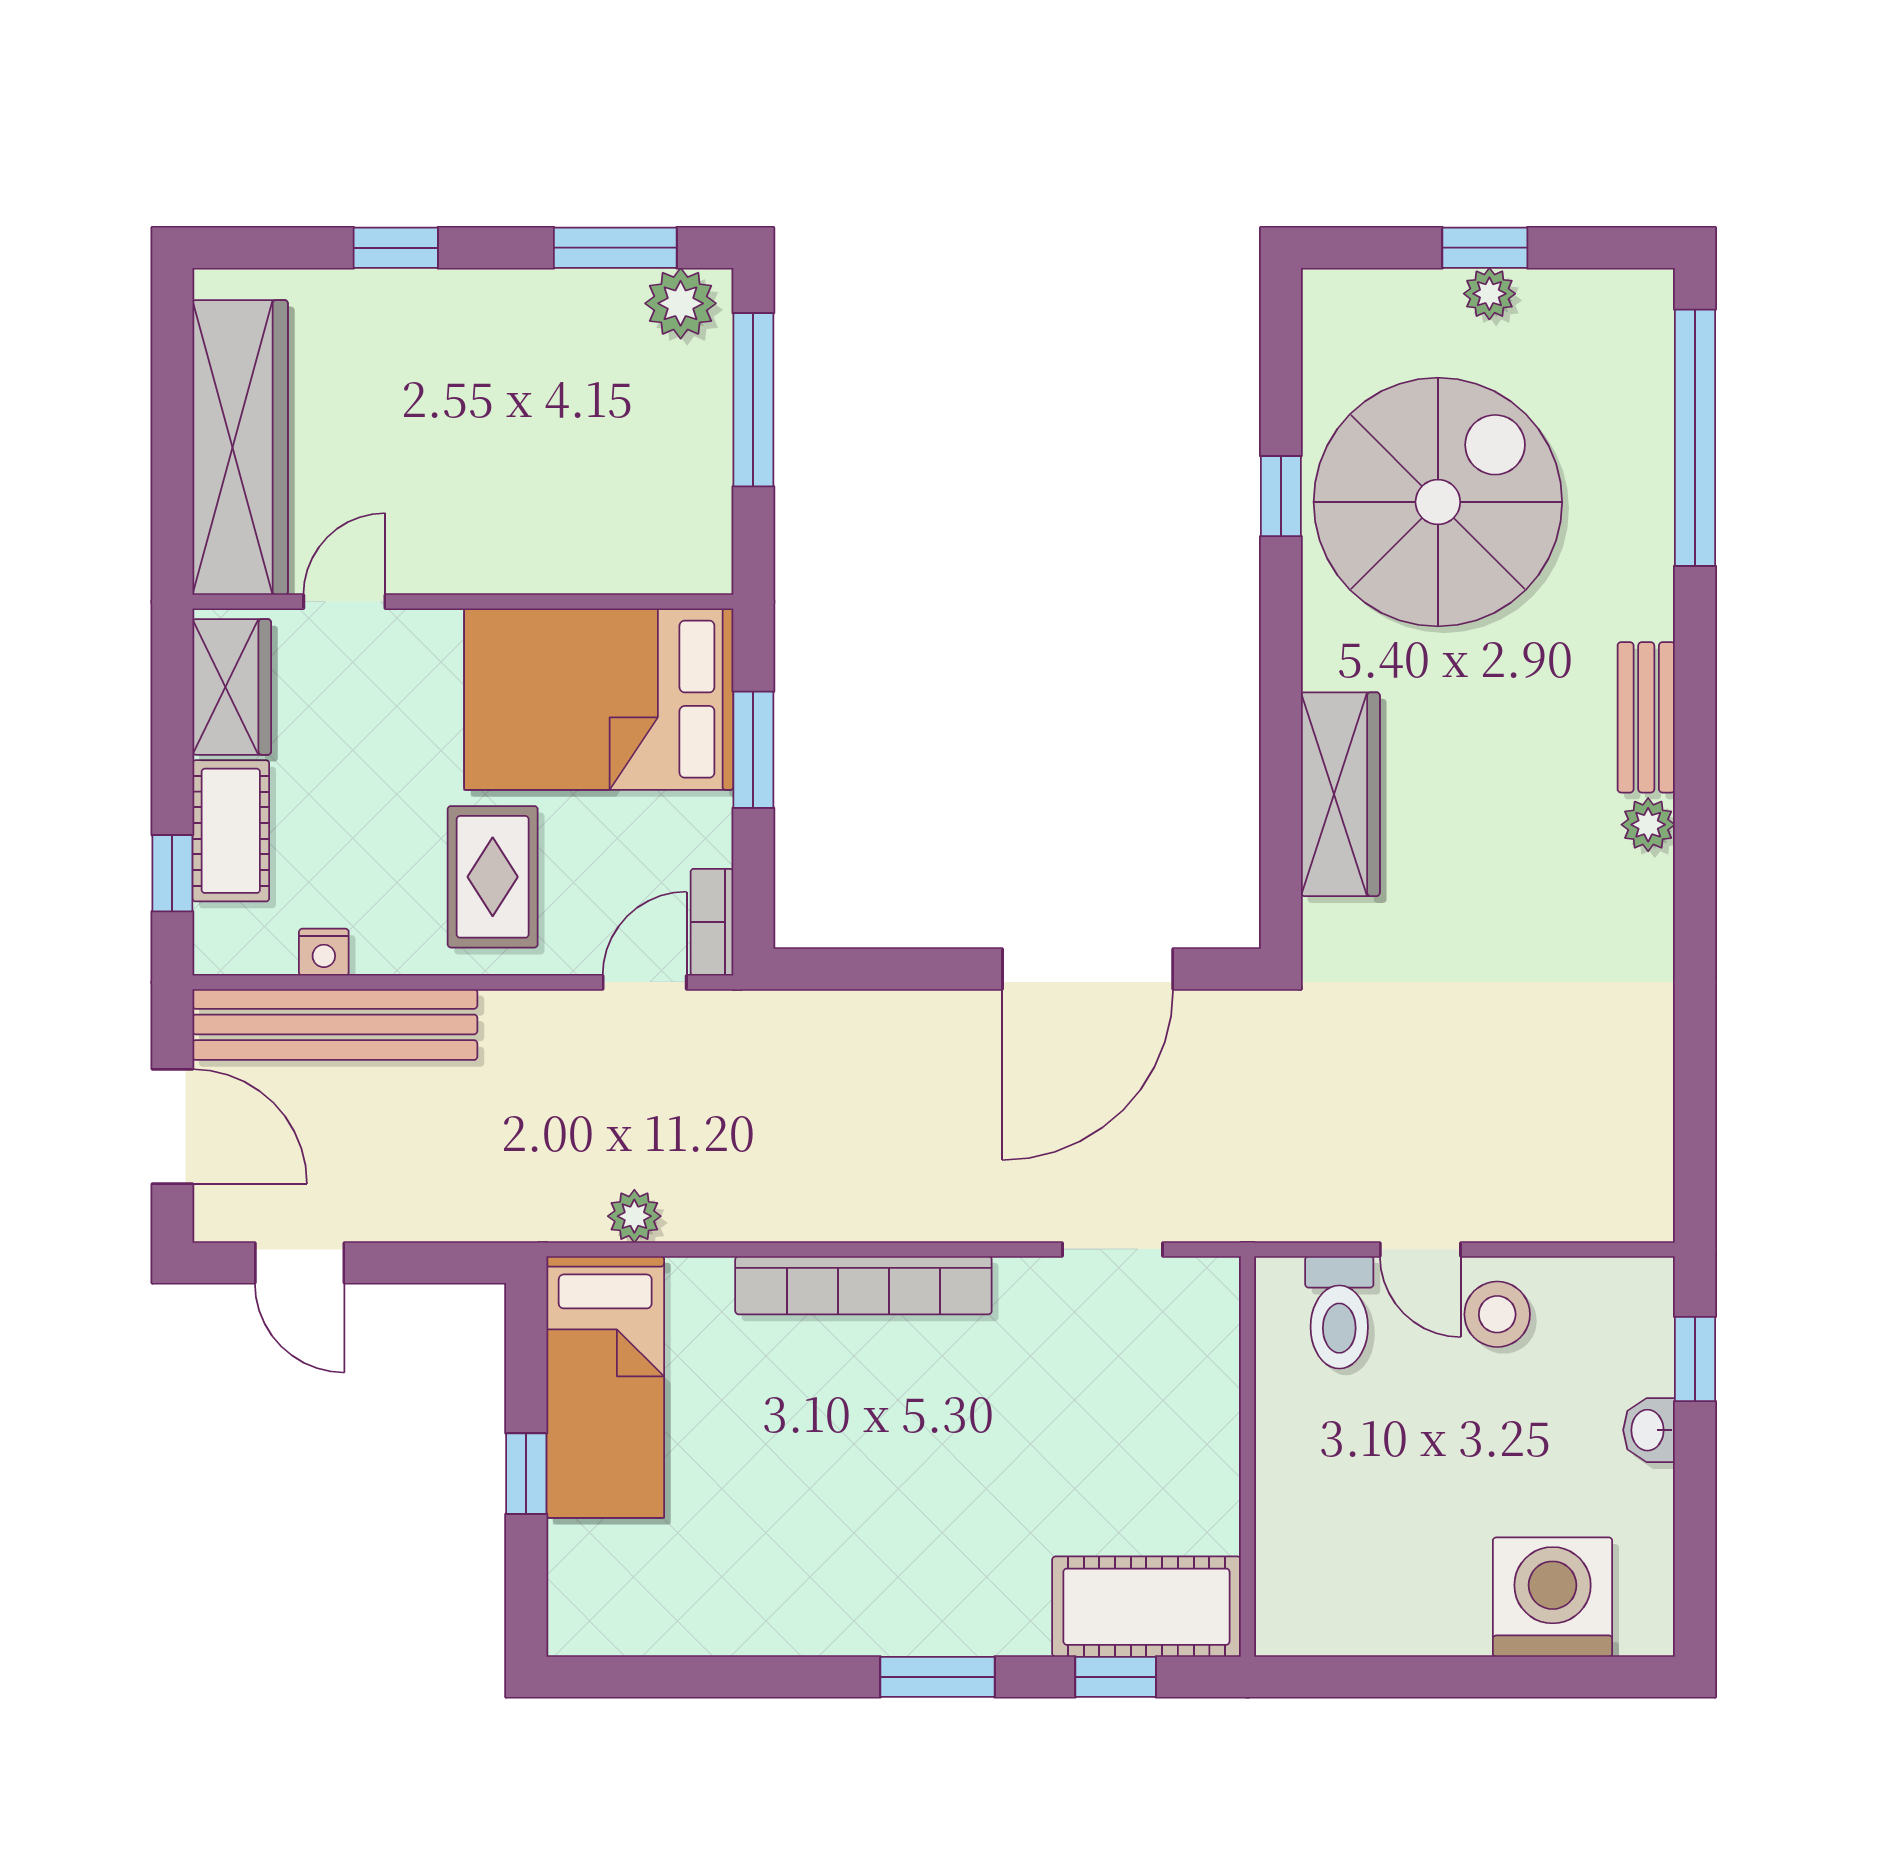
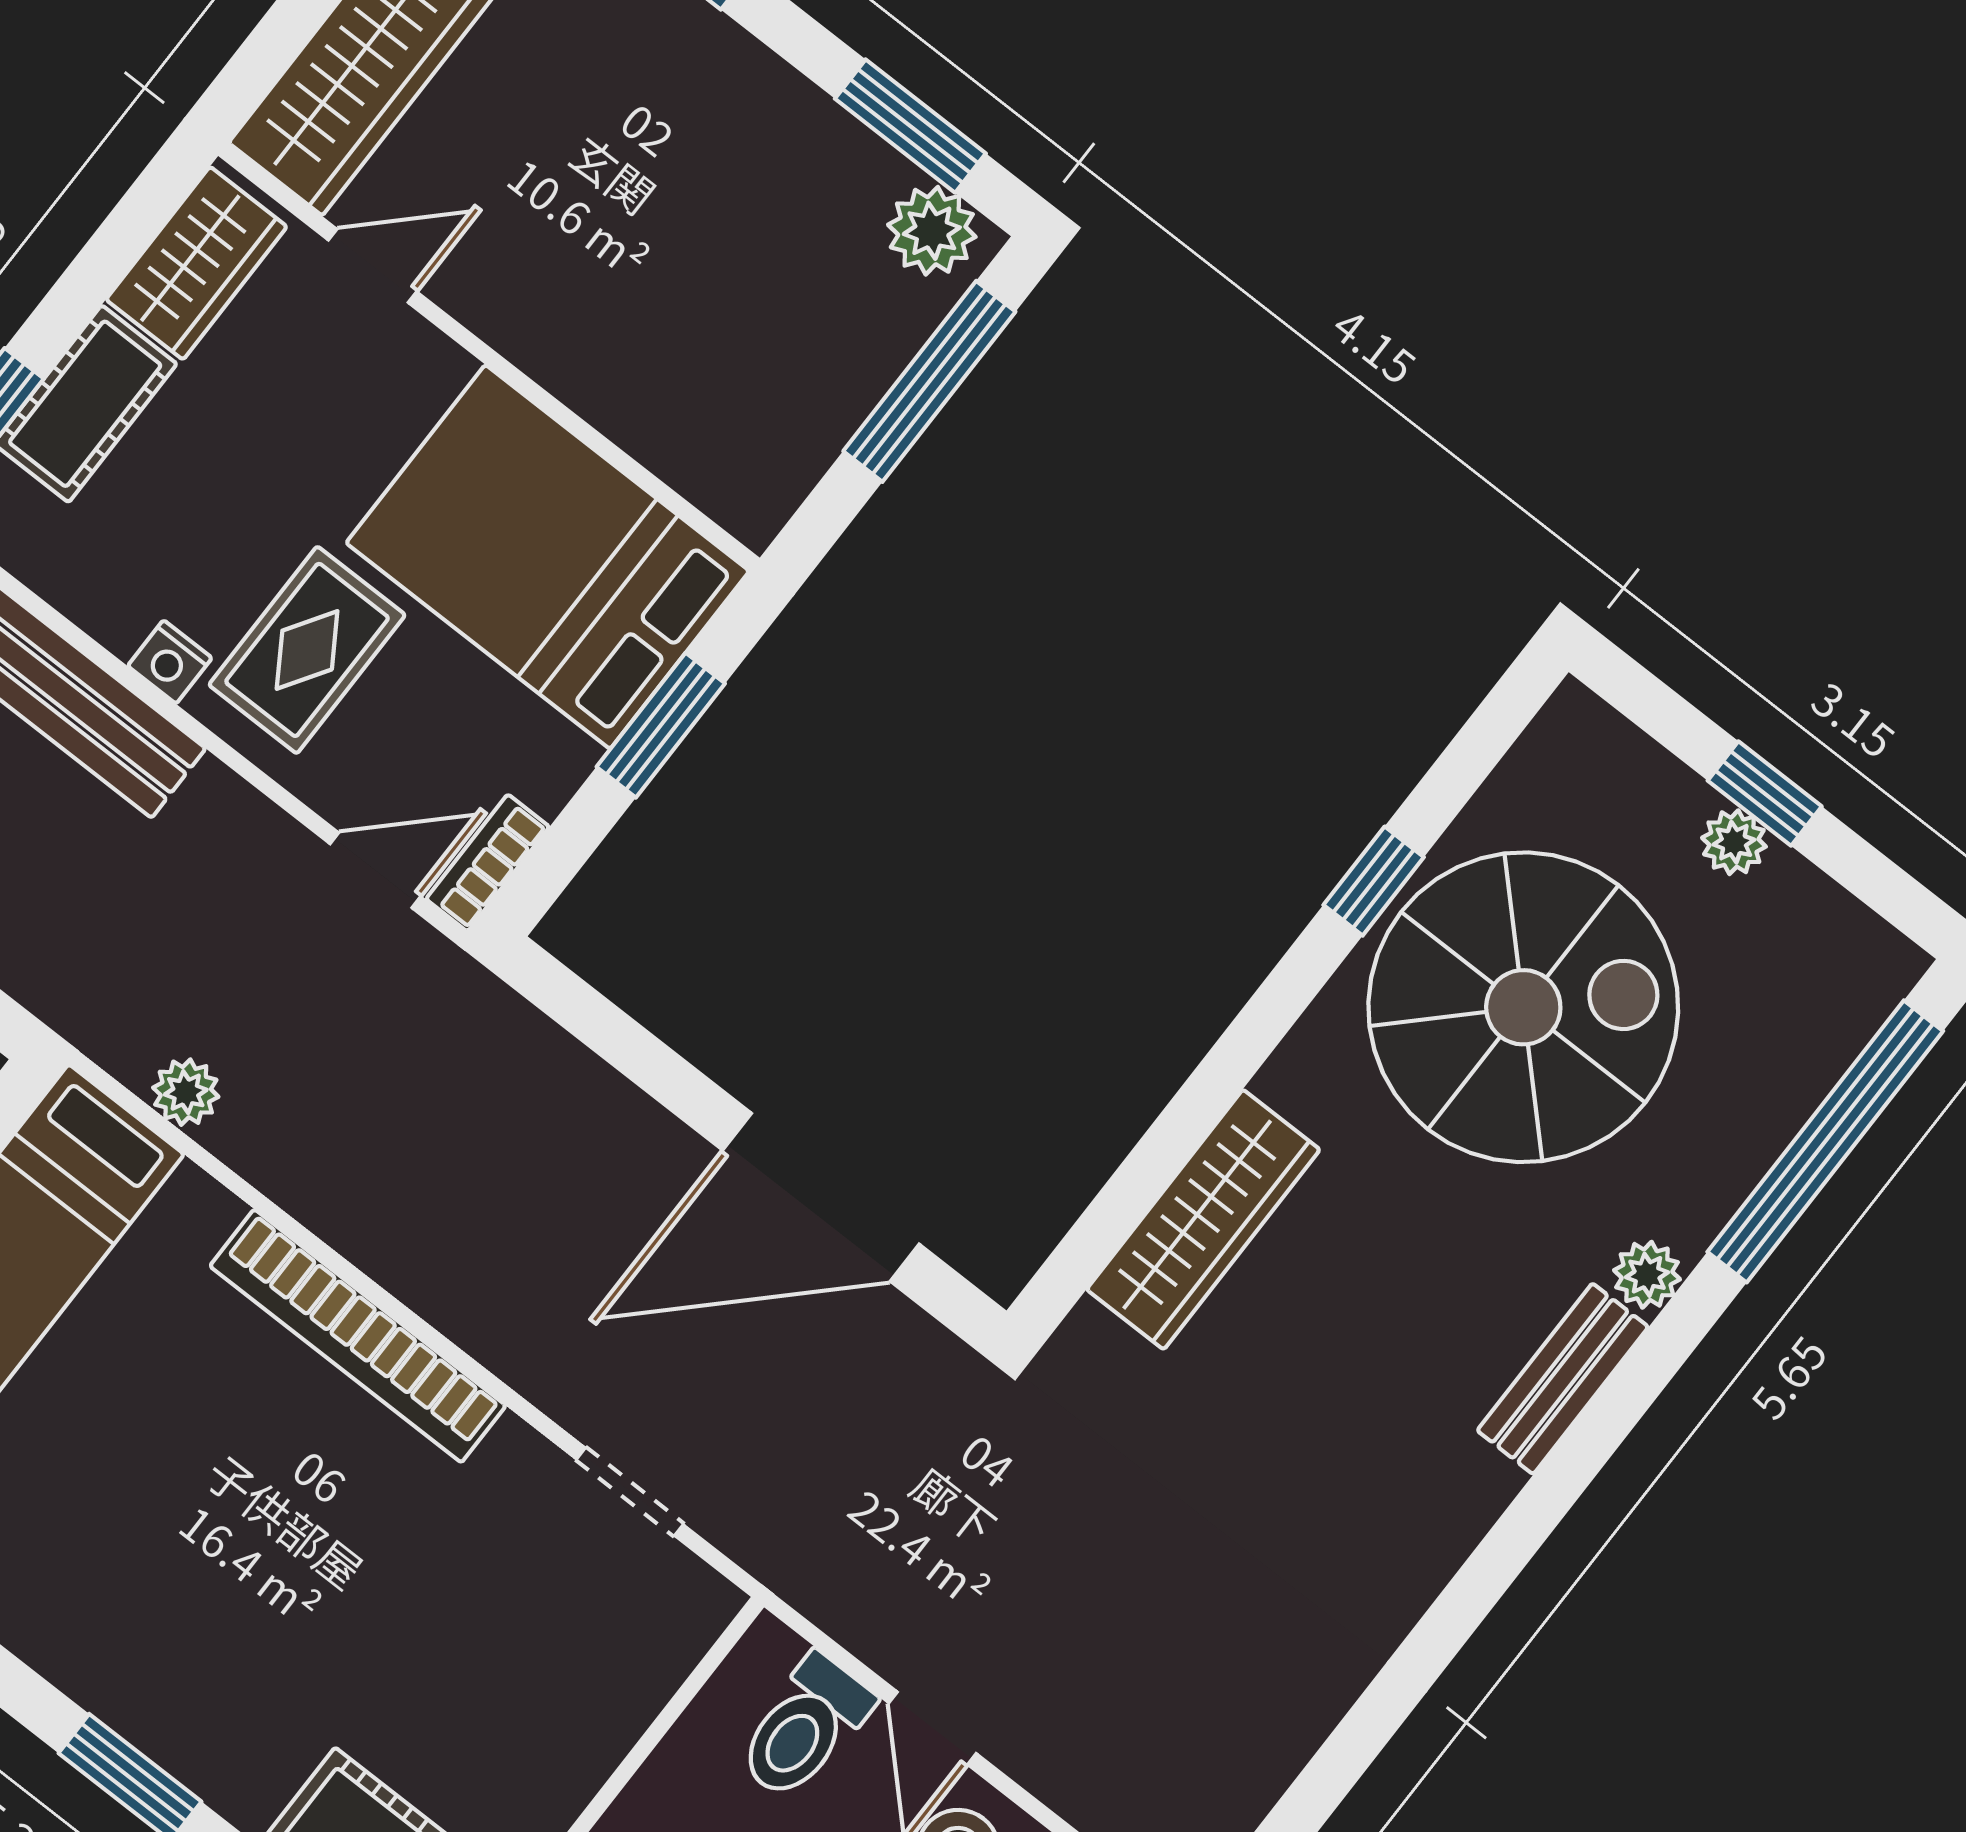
plant: (1648, 825) -> (1647, 1275), moved
nightstand: (324, 952) -> (170, 662), moved

